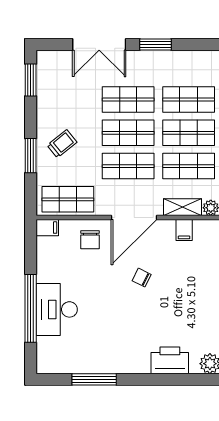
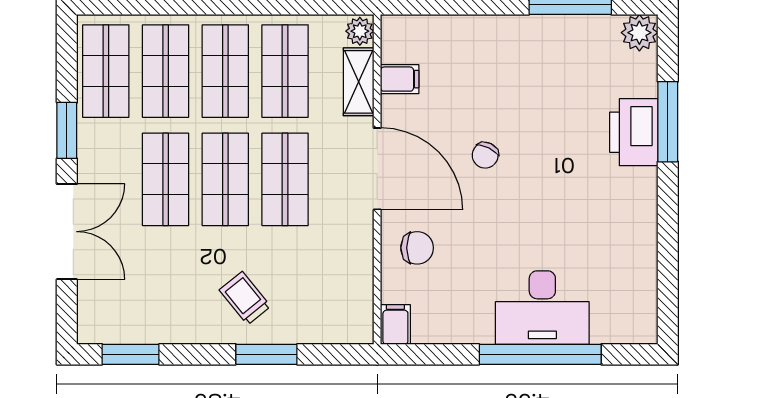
shop shelf: (68, 199) -> (106, 71), moved
printer: (170, 360) -> (634, 132), moved
window: (94, 379) -> (668, 122), moved

